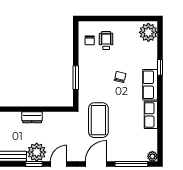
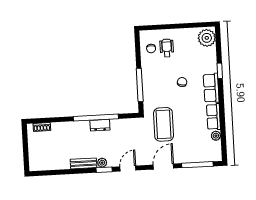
window: (76, 78) -> (140, 85), width x1.44
window: (28, 109) -> (96, 118), added
plant: (37, 152) -> (102, 163), width x0.53, depth x0.53
plant: (152, 156) -> (216, 136), moved

